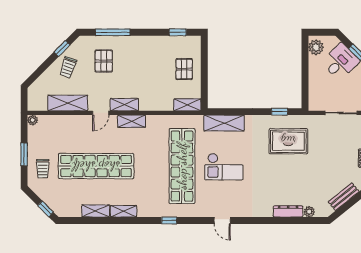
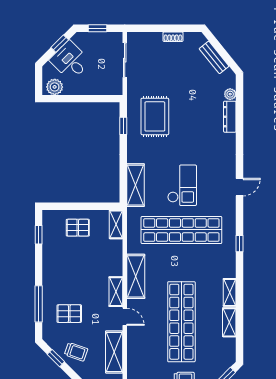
shelving: (132, 121) -> (136, 276), width x1.50, depth x1.33

